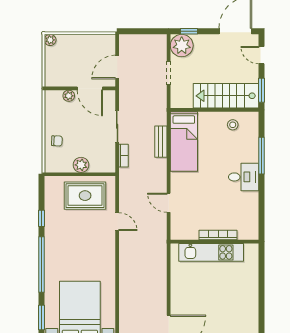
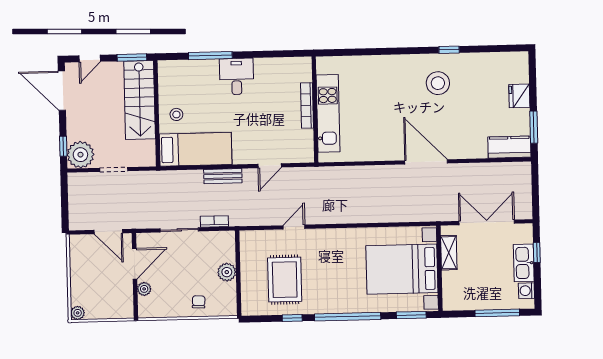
stool: (233, 125) -> (176, 114), moved
bench: (161, 142) -> (223, 176), moved
rug: (85, 196) -> (285, 280), moved

